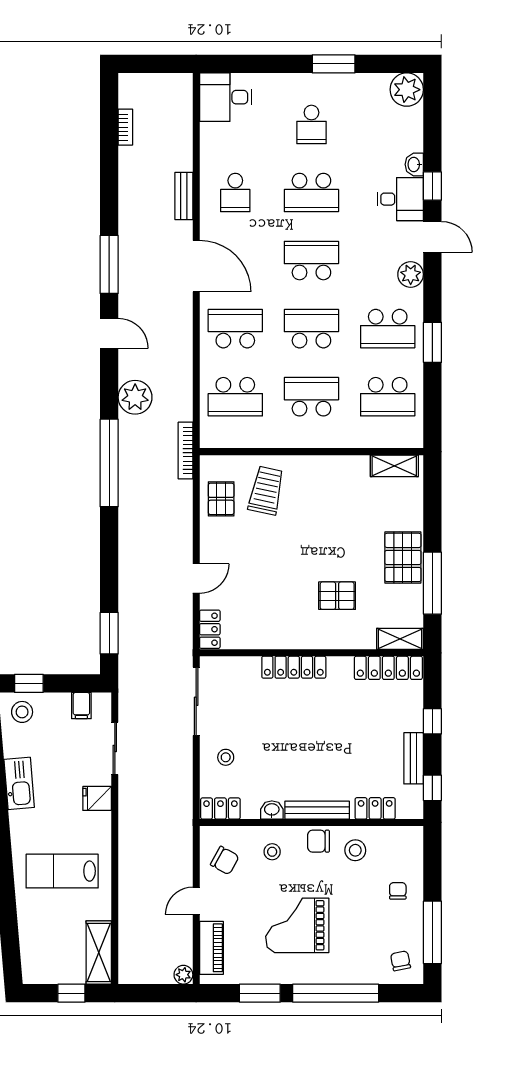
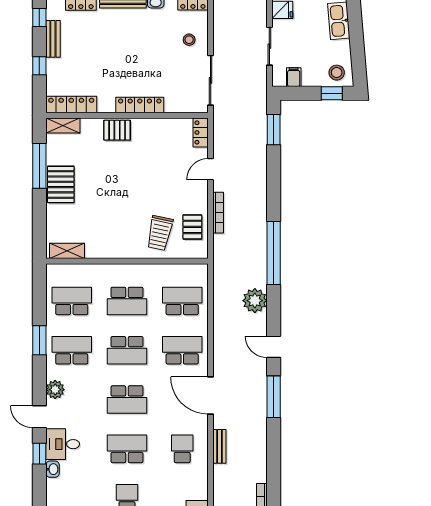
school desk: (235, 329) -> (182, 350), turned 180
bookcase: (186, 451) -> (218, 213), moved
pallet: (337, 596) -> (117, 130), moved

